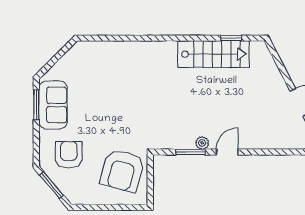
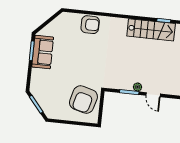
door: (227, 152) -> (153, 95), swing flipped
armchair: (69, 155) -> (90, 25), moved, turned 90

